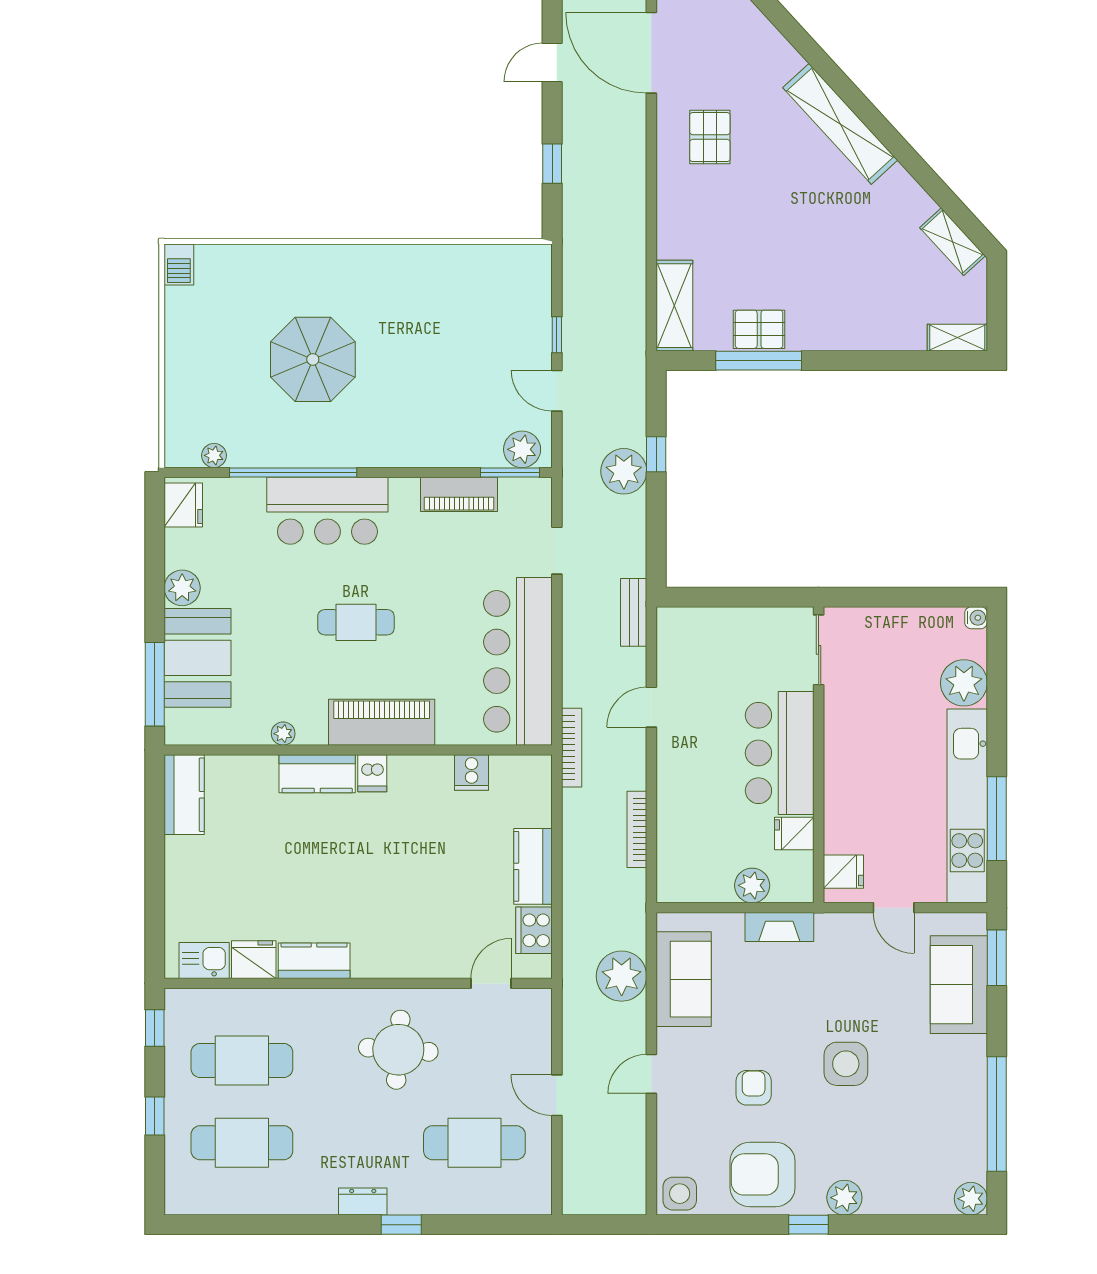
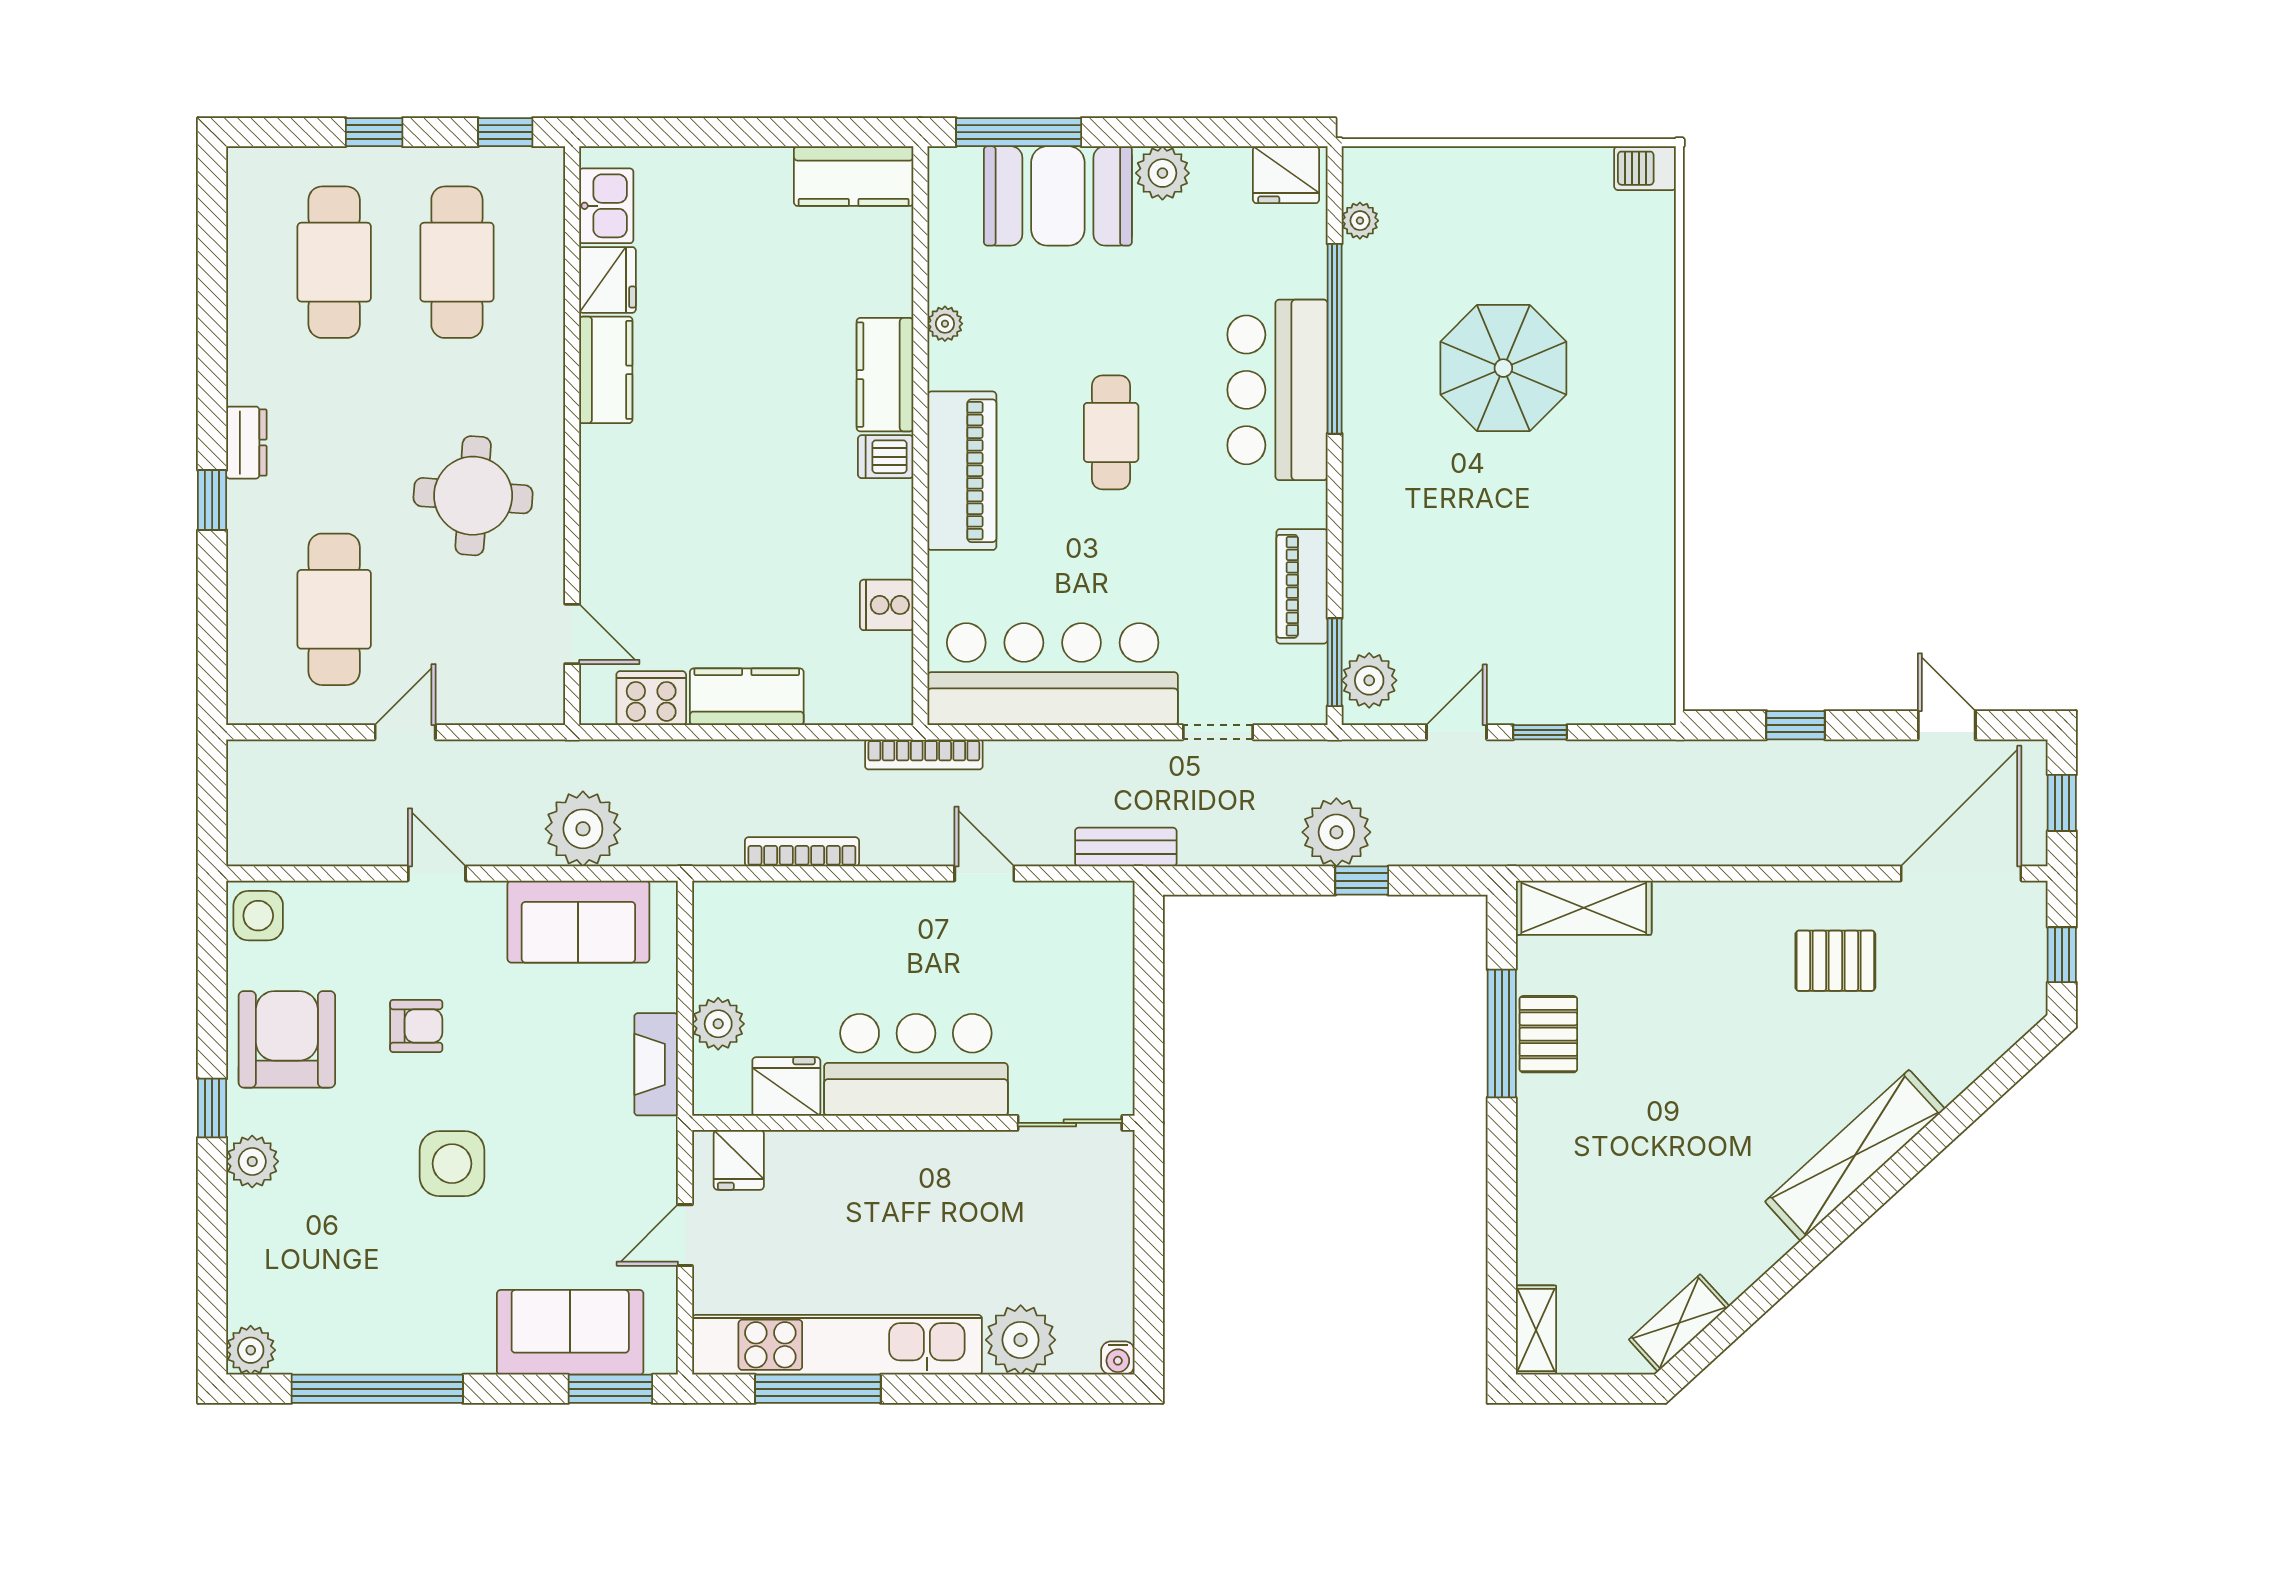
fridge: (794, 833) -> (786, 1087), width x1.38

